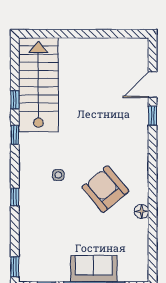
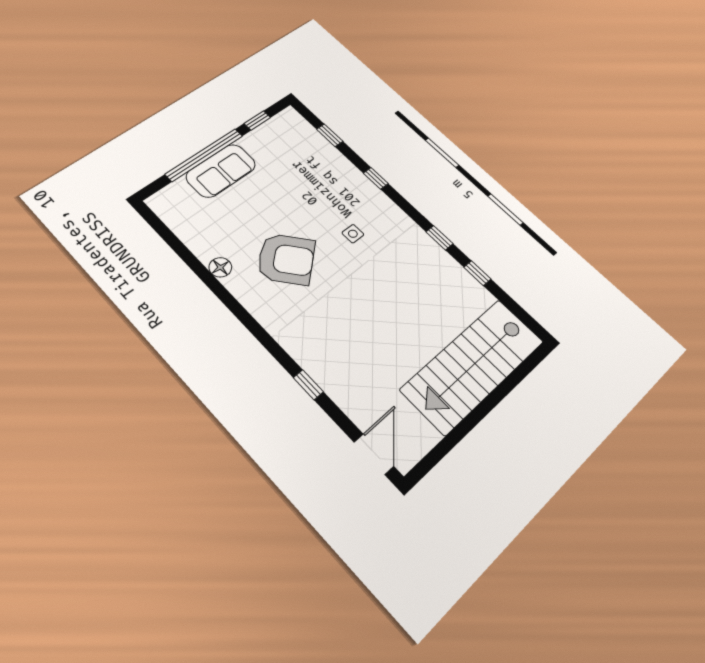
stairs: (38, 85) -> (473, 365), moved, turned 90
door: (153, 85) -> (374, 454), moved
window: (15, 267) -> (330, 135), moved

